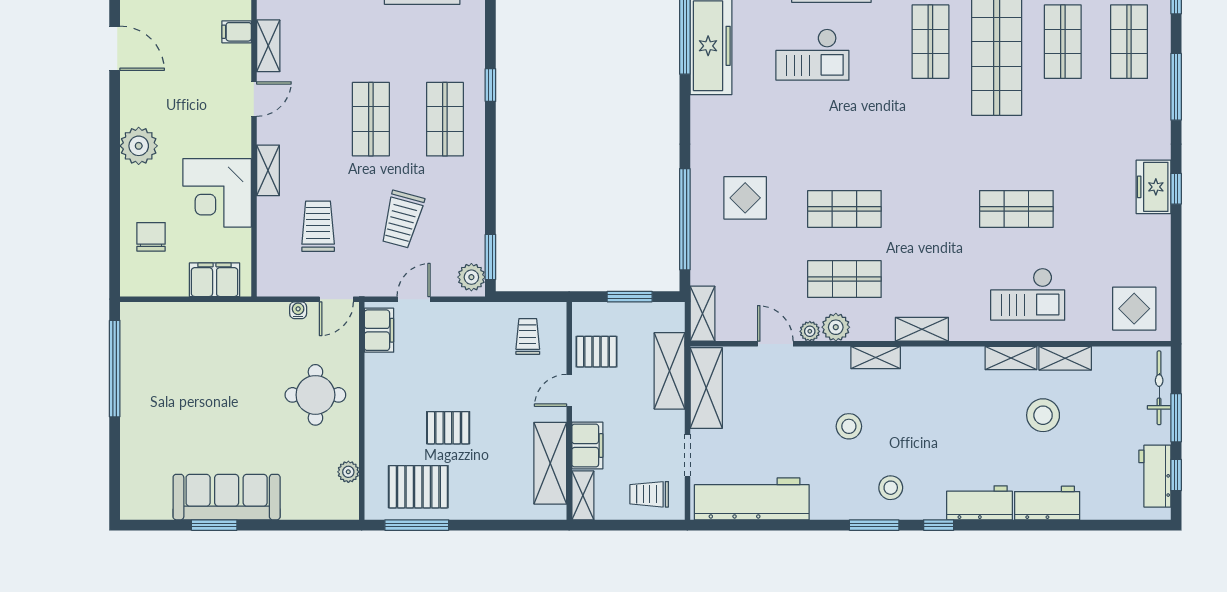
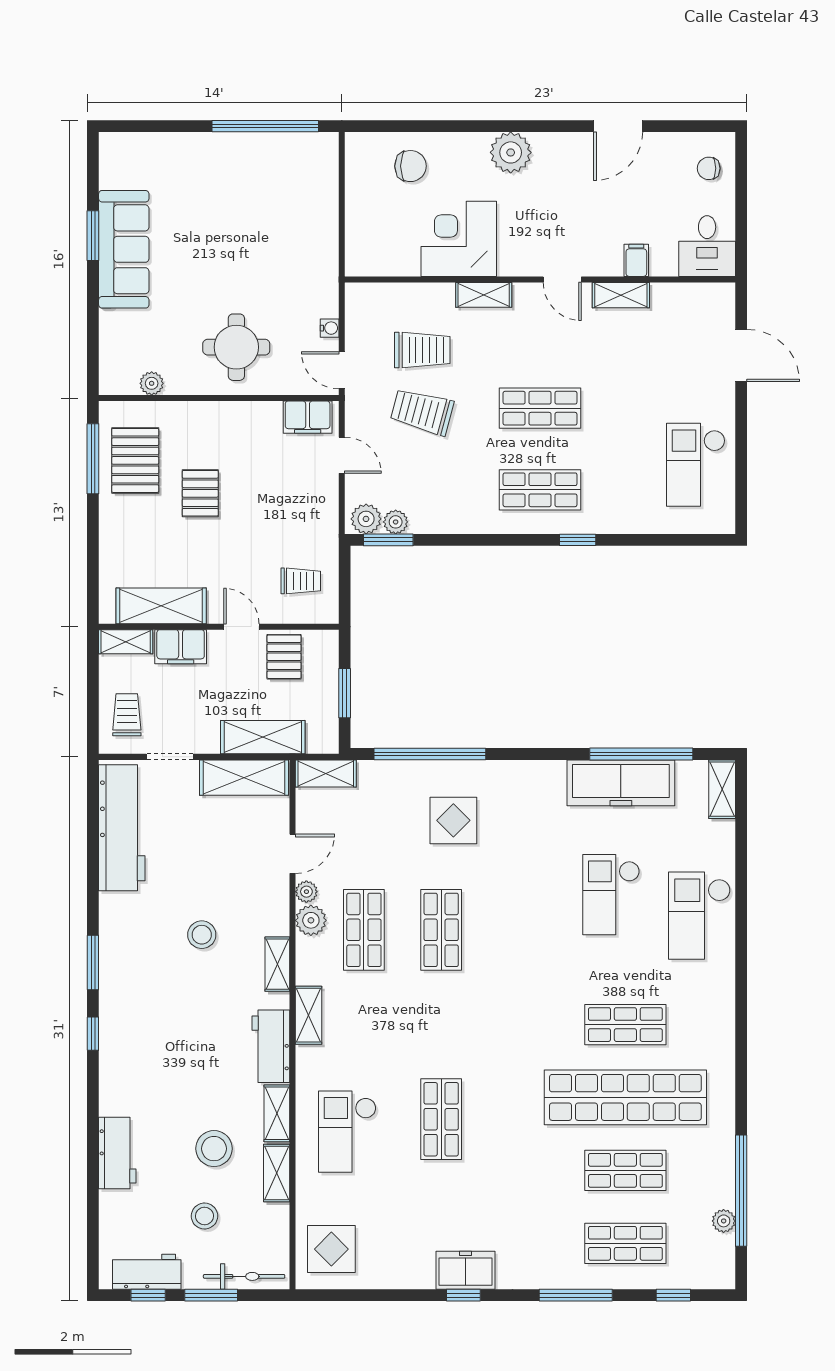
trolley: (402, 219) -> (422, 412), moved
plant: (474, 250) -> (396, 522), added
filing cabinet: (215, 280) -> (363, 236), removed
stool: (891, 488) -> (204, 1216), moved
workbench: (980, 503) -> (271, 1046), moved, turned 180

